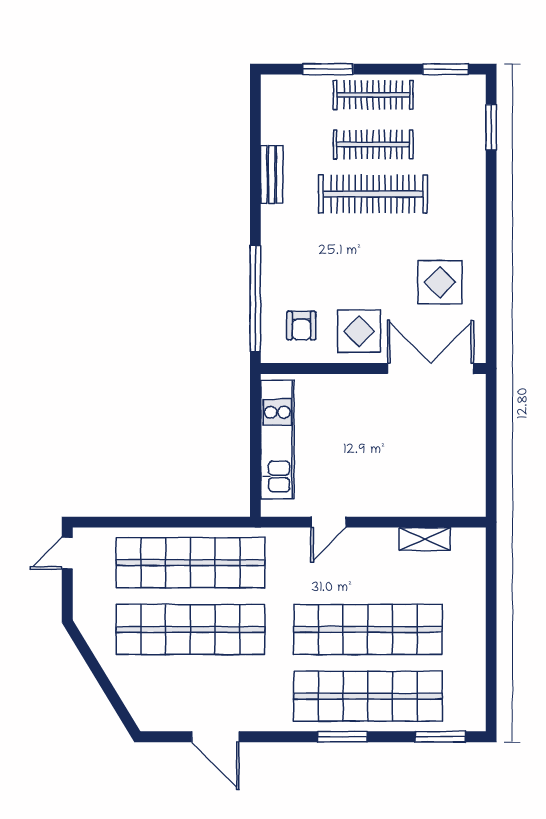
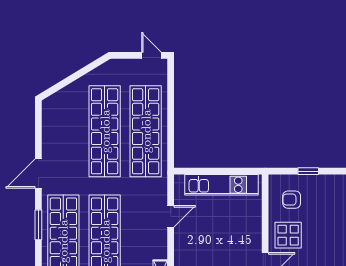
window: (255, 299) -> (308, 171), width x0.32
door: (329, 522) -> (171, 216), swing flipped
door: (215, 737) -> (38, 173), moved

